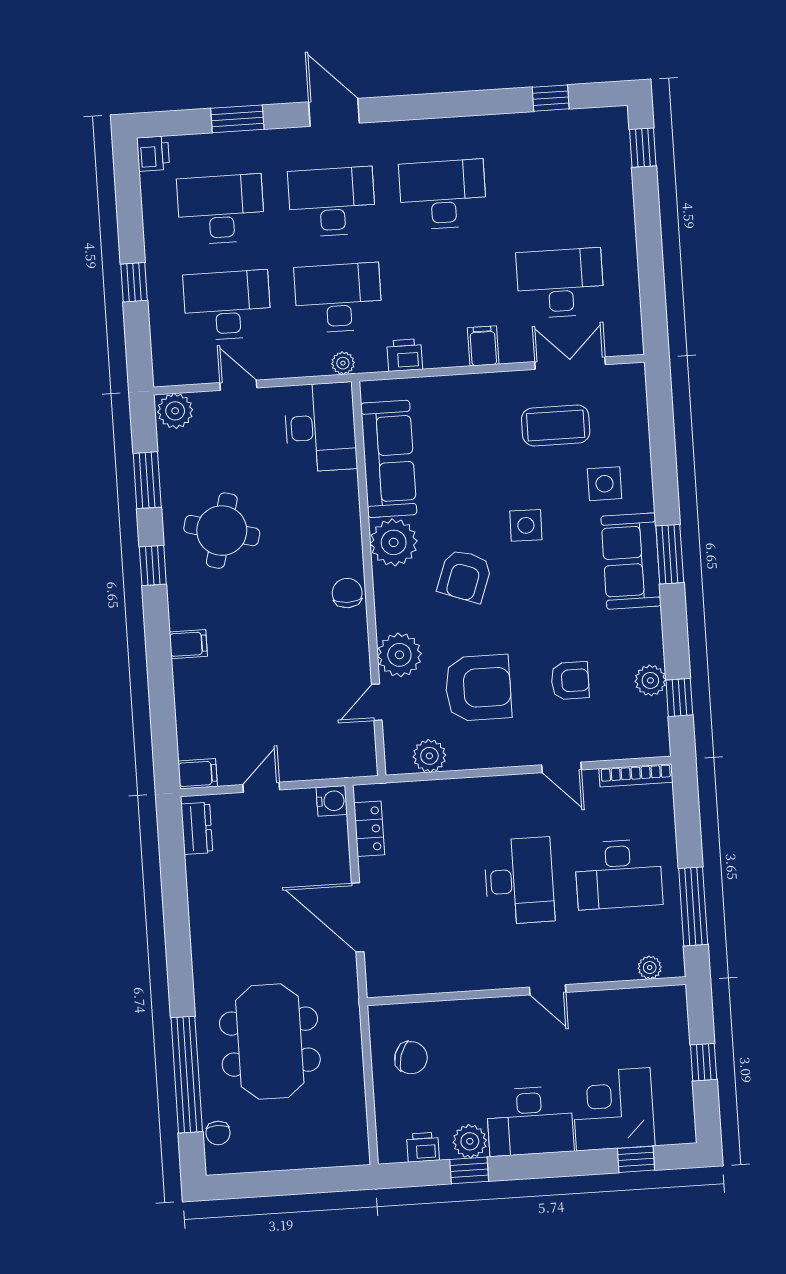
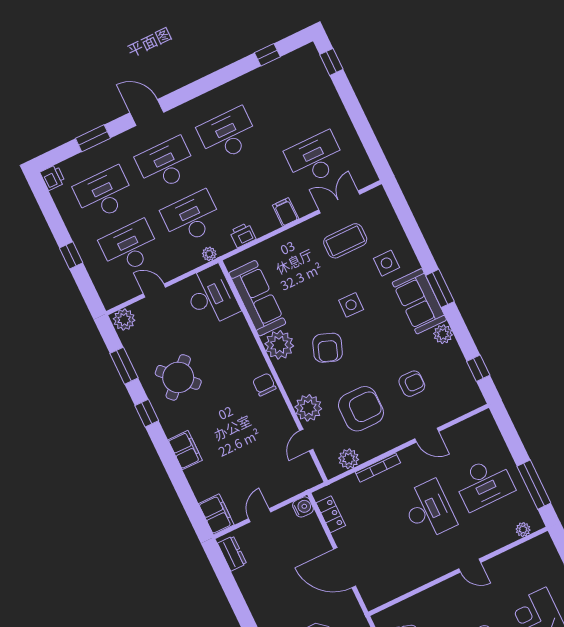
round table: (222, 531) -> (178, 377), turned 30
filing cabinet: (188, 644) -> (185, 450), width x2.00
plant: (650, 680) -> (443, 334), moved
filing cabinet: (198, 774) -> (216, 514), width x2.00
bookcase: (636, 775) -> (378, 467), moved

